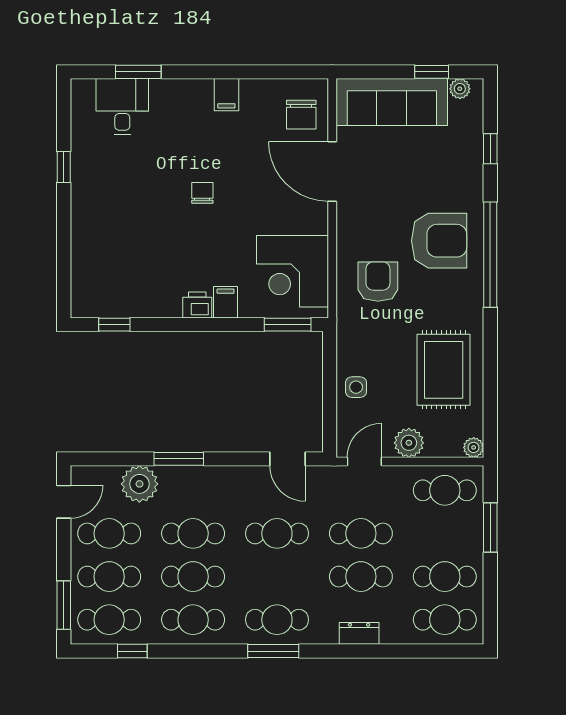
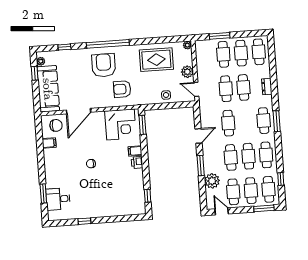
filing cabinet: (226, 95) -> (49, 143), moved
door: (287, 459) -> (199, 136), moved
cafe table: (445, 490) -> (223, 54), moved

